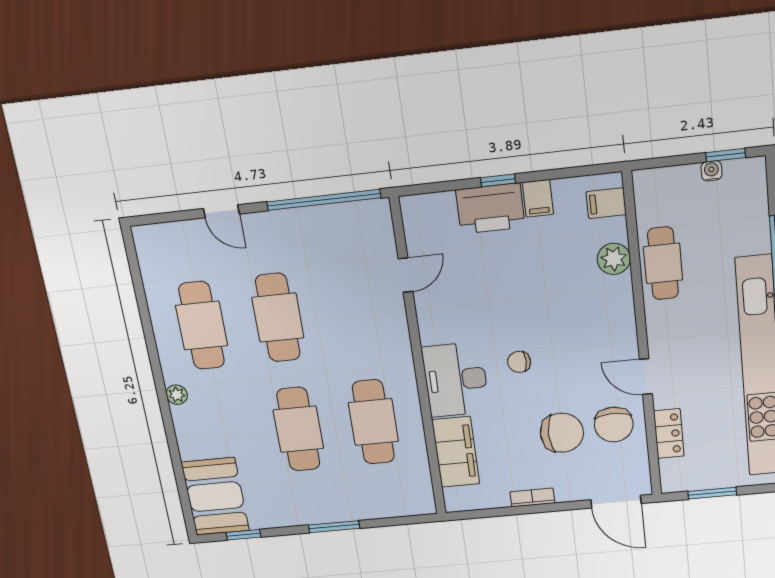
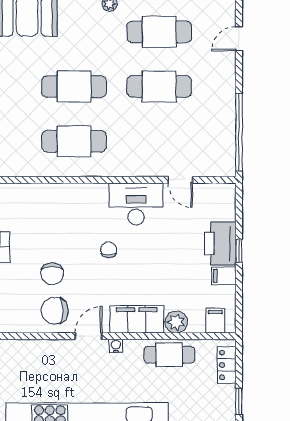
water cooler: (711, 171) -> (116, 346), moved, turned -90
door: (221, 211) -> (239, 39), moved
desk: (456, 380) -> (136, 204), moved
chair: (562, 433) -> (52, 274), width x0.73, depth x0.73
locker: (669, 434) -> (227, 365), moved, turned 90
filing cabinet: (456, 452) -> (137, 319), moved, turned 180

